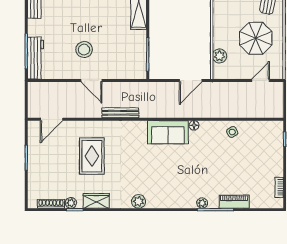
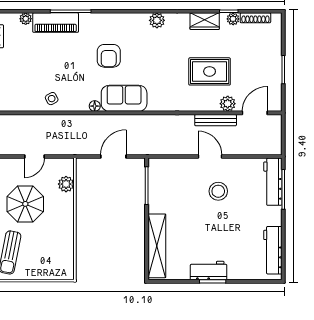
door: (191, 80) -> (113, 156), moved
door: (261, 80) -> (34, 156), moved
bench: (120, 113) -> (216, 120), moved
plant: (76, 127) -> (228, 104), added
rug: (92, 156) -> (210, 71), turned 90
armchair: (182, 170) -> (109, 56), added
piano: (234, 202) -> (56, 23), width x1.37, depth x1.33
plant: (202, 203) -> (26, 19), moved

